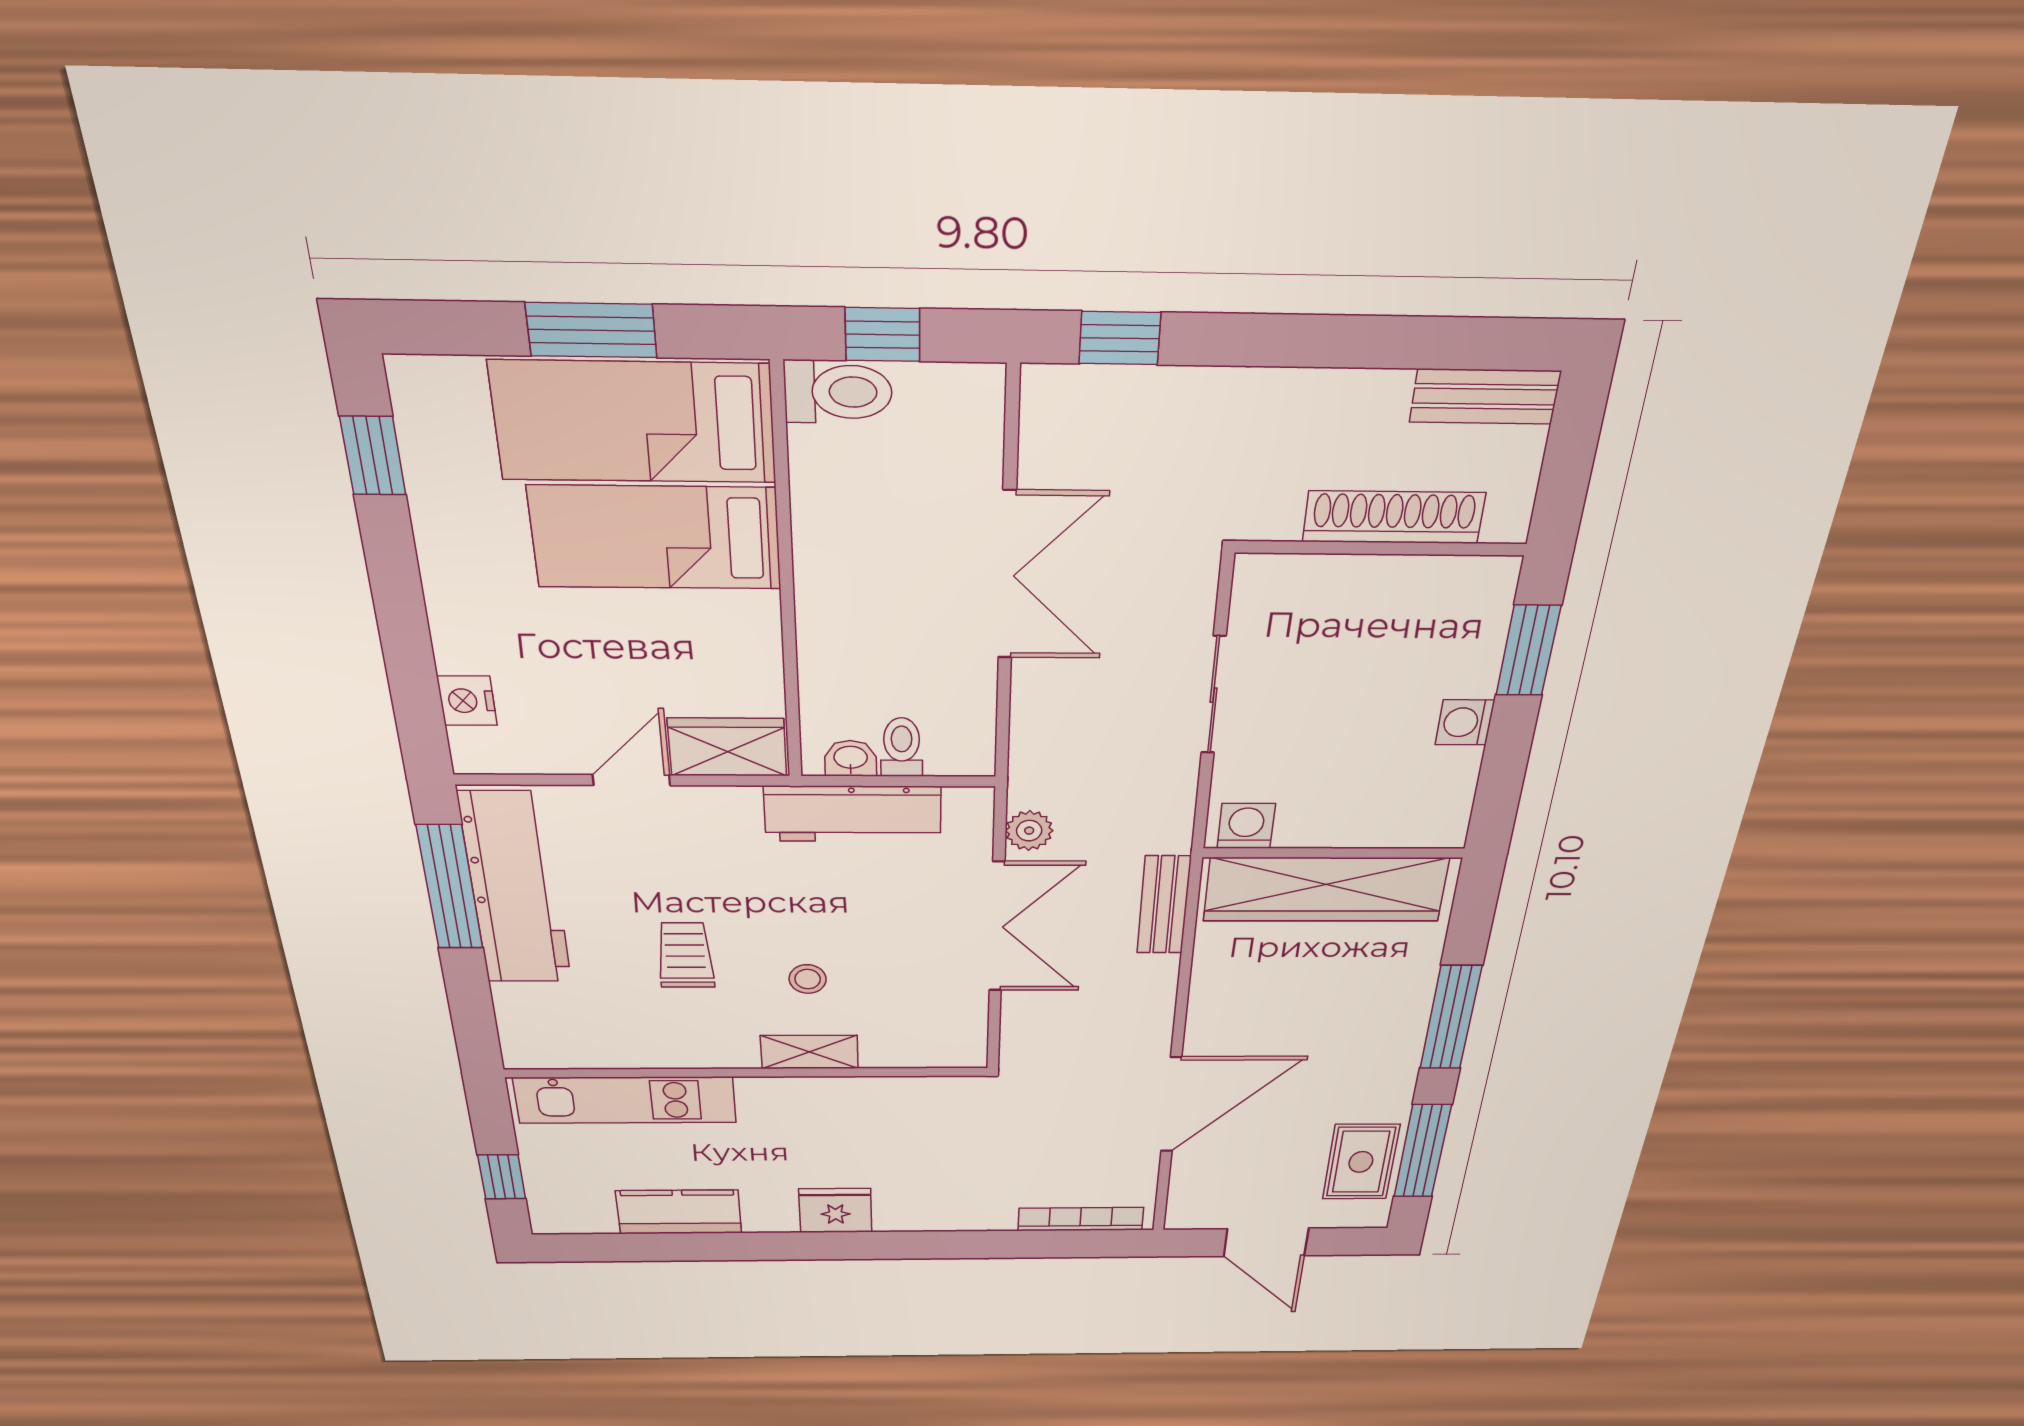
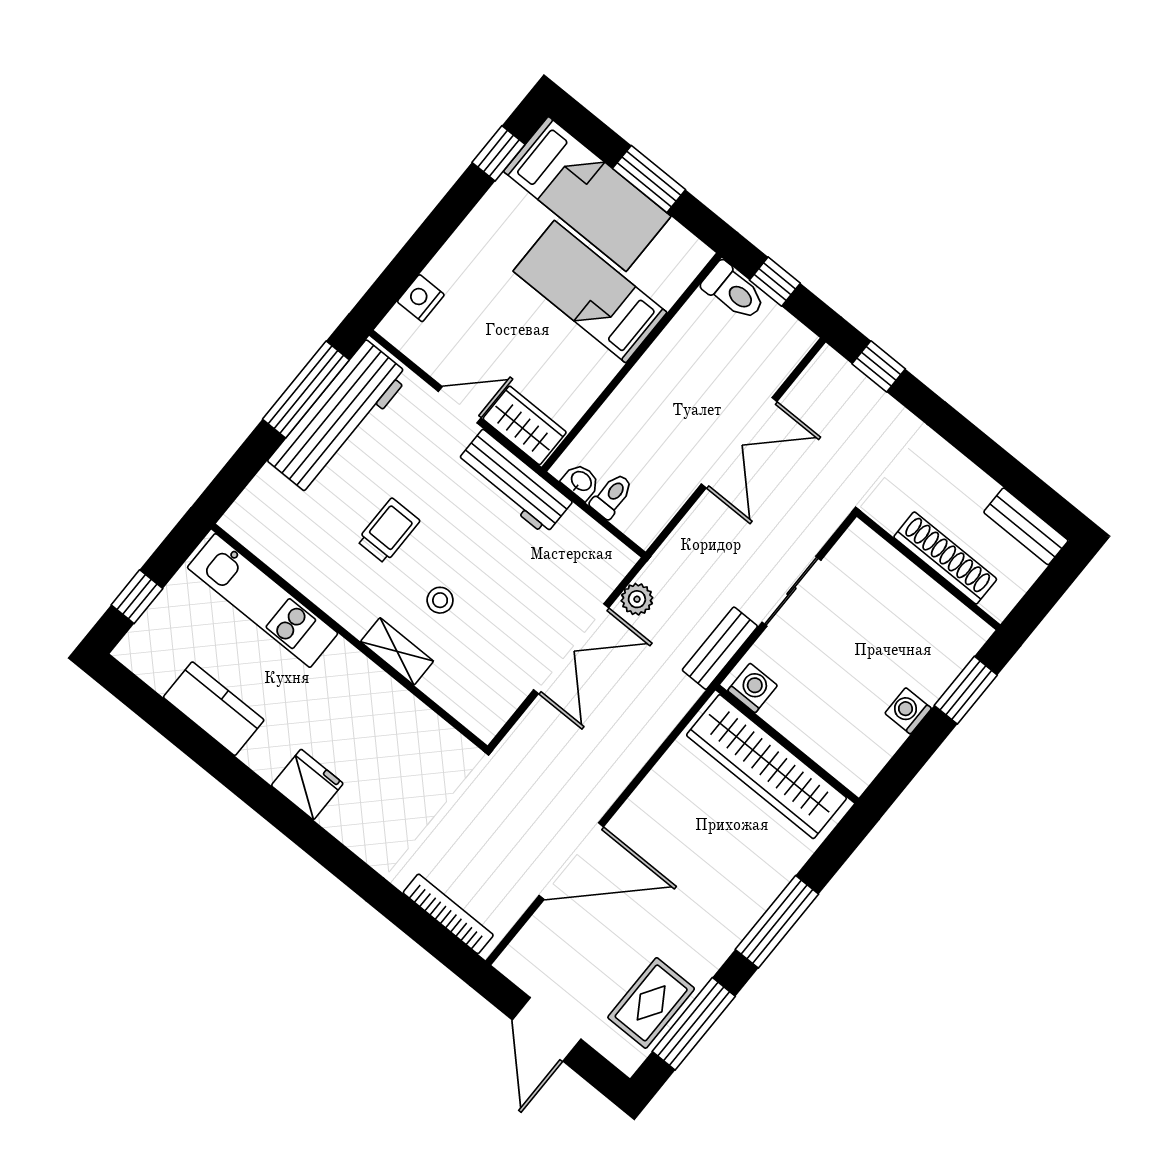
bed: (634, 422) -> (587, 194), moved, turned 180
workbench: (853, 814) -> (514, 482), moved
bench: (1164, 905) -> (720, 648), moved

